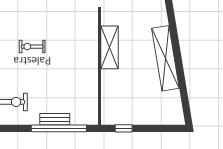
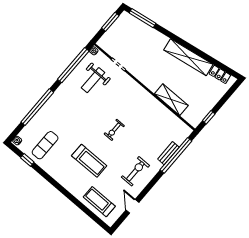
shelving: (110, 47) -> (171, 100), moved
locker: (175, 103) -> (220, 74), added

